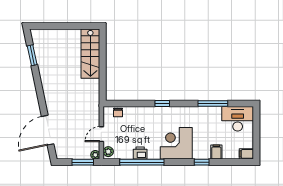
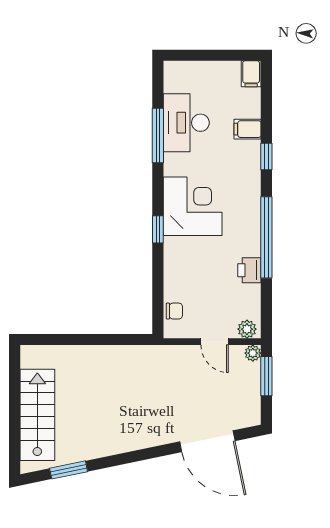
stairs: (90, 54) -> (37, 415), moved, turned -90
desk: (238, 119) -> (186, 123), moved
corner desk: (176, 143) -> (193, 206), moved, turned 180
window: (142, 162) -> (266, 237), moved

